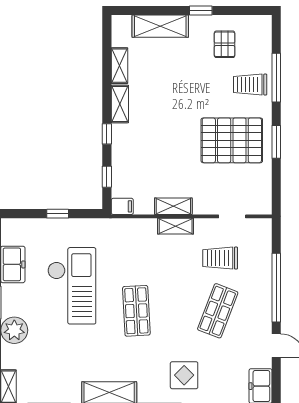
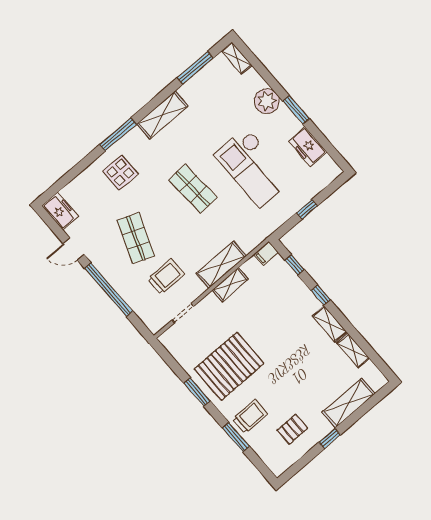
pallet: (225, 44) -> (292, 429), turned 90
window: (276, 78) -> (236, 437), width x0.69
shelving: (176, 226) -> (221, 265), width x1.50, depth x1.33

